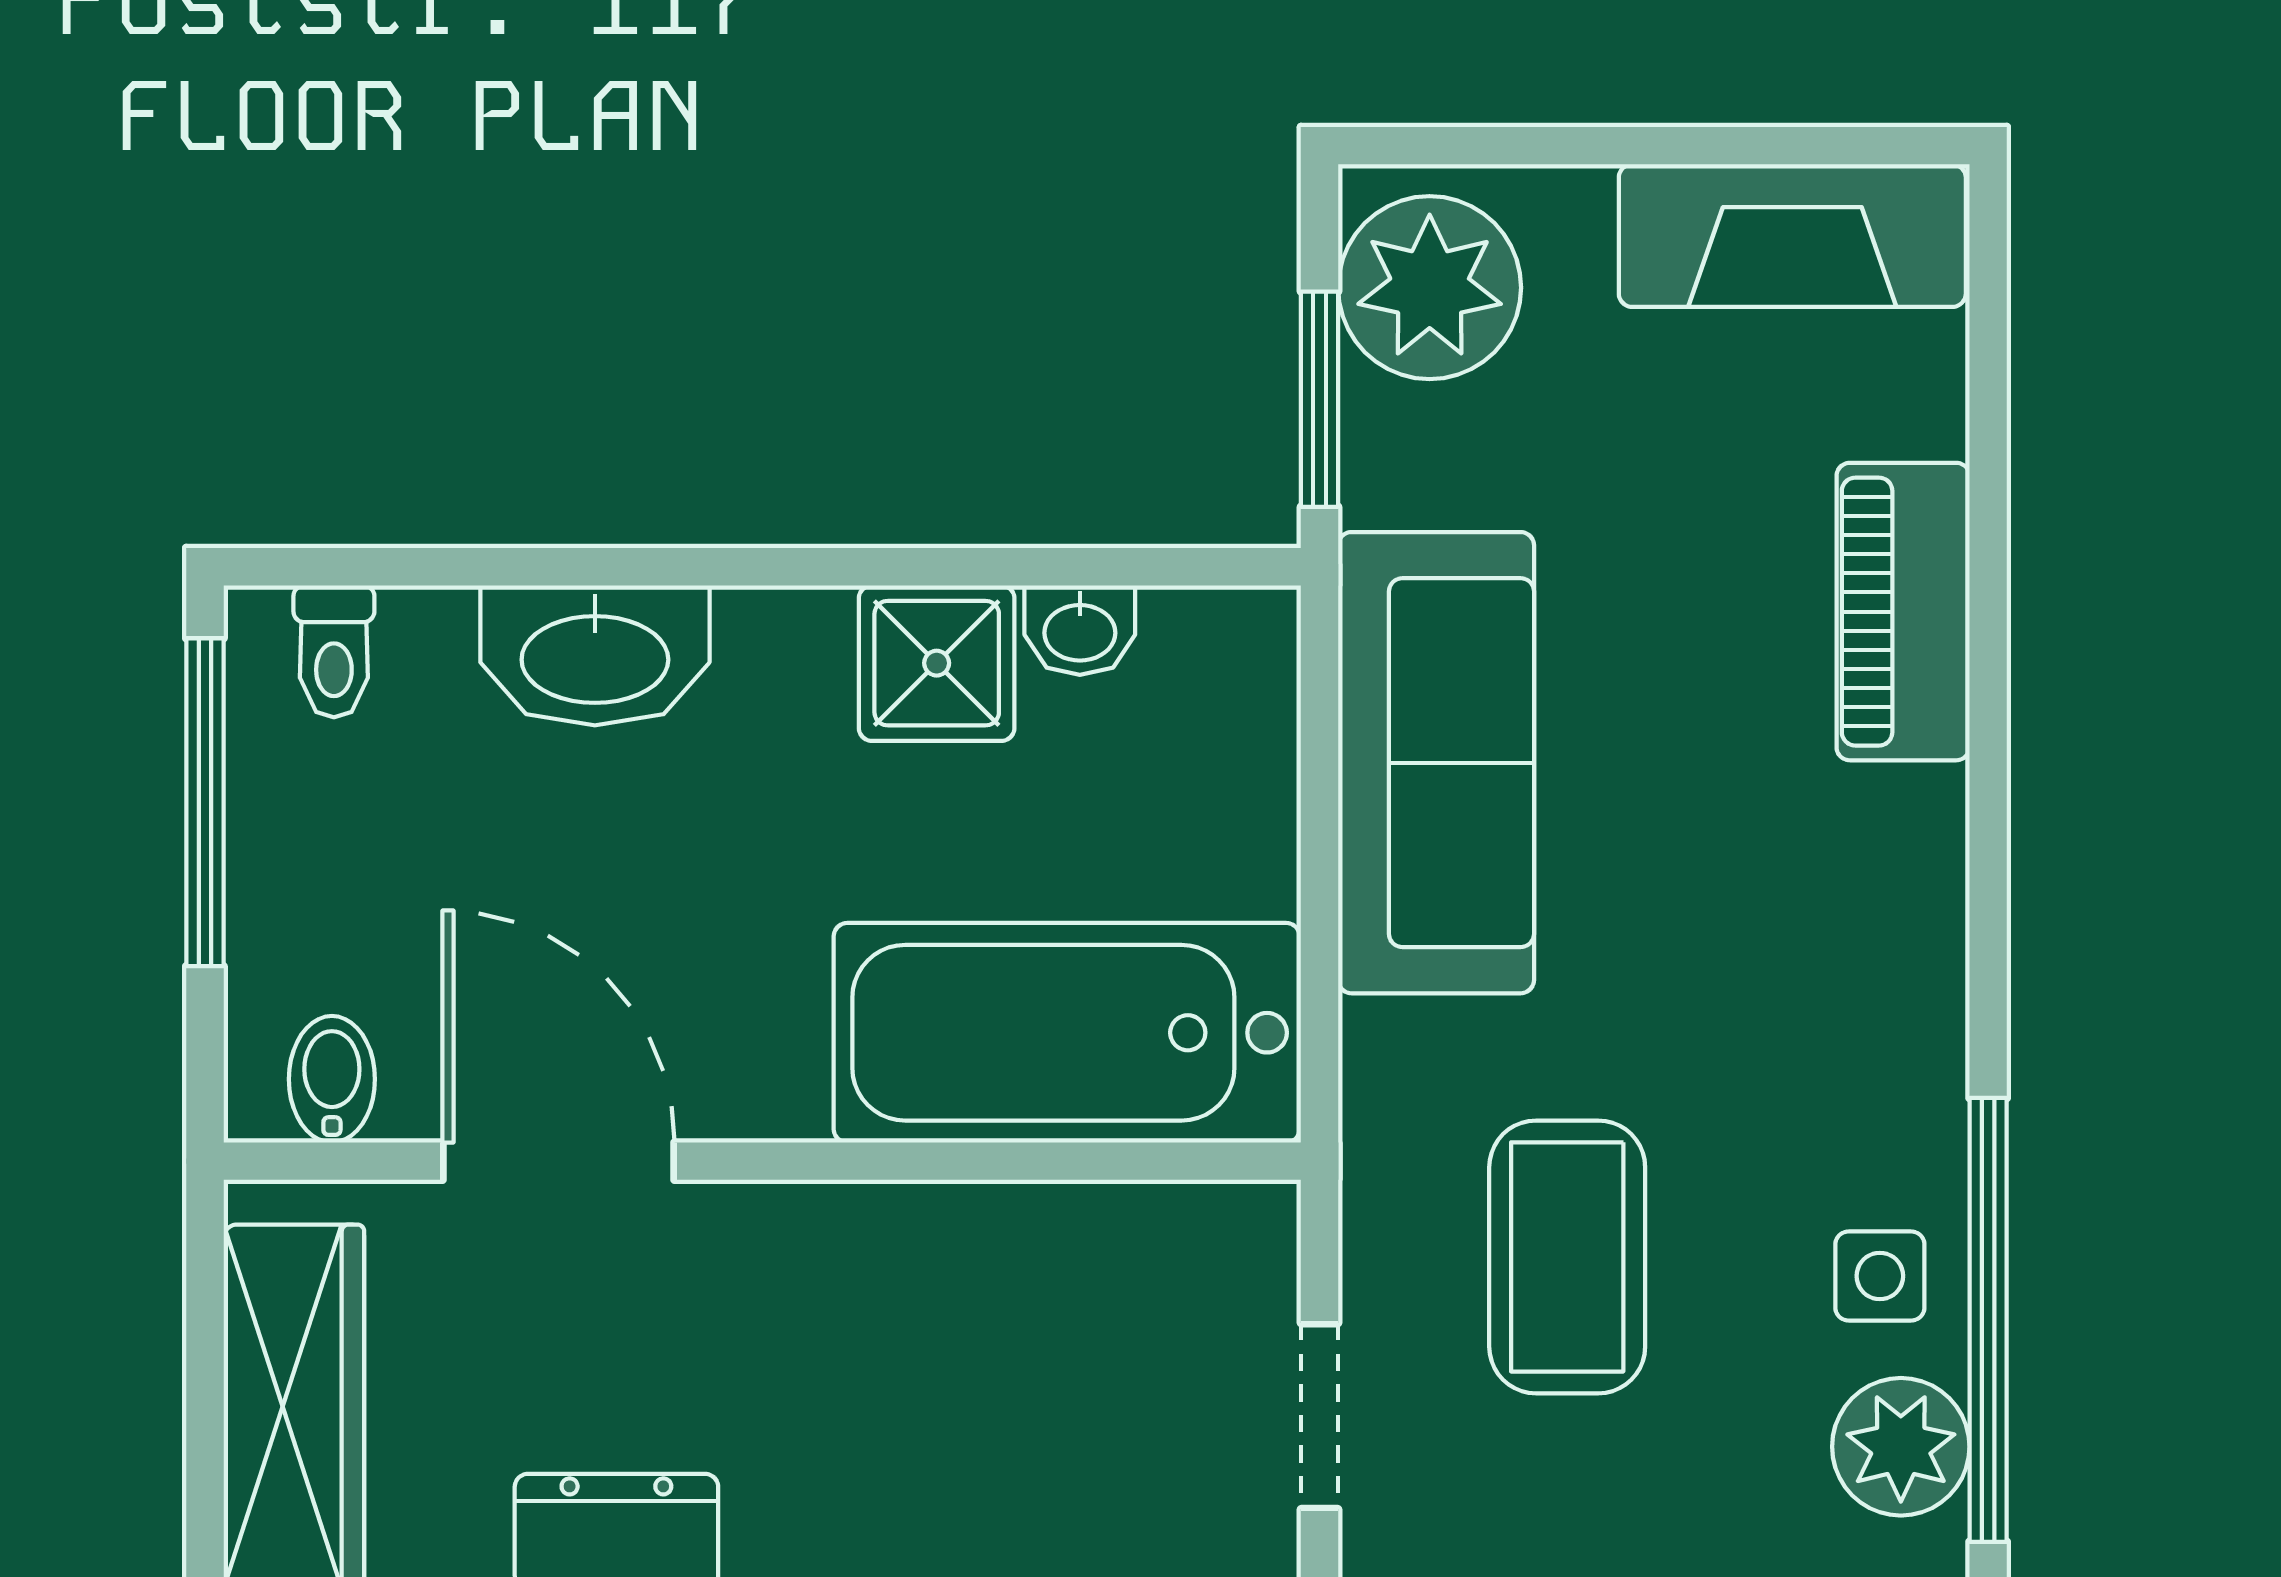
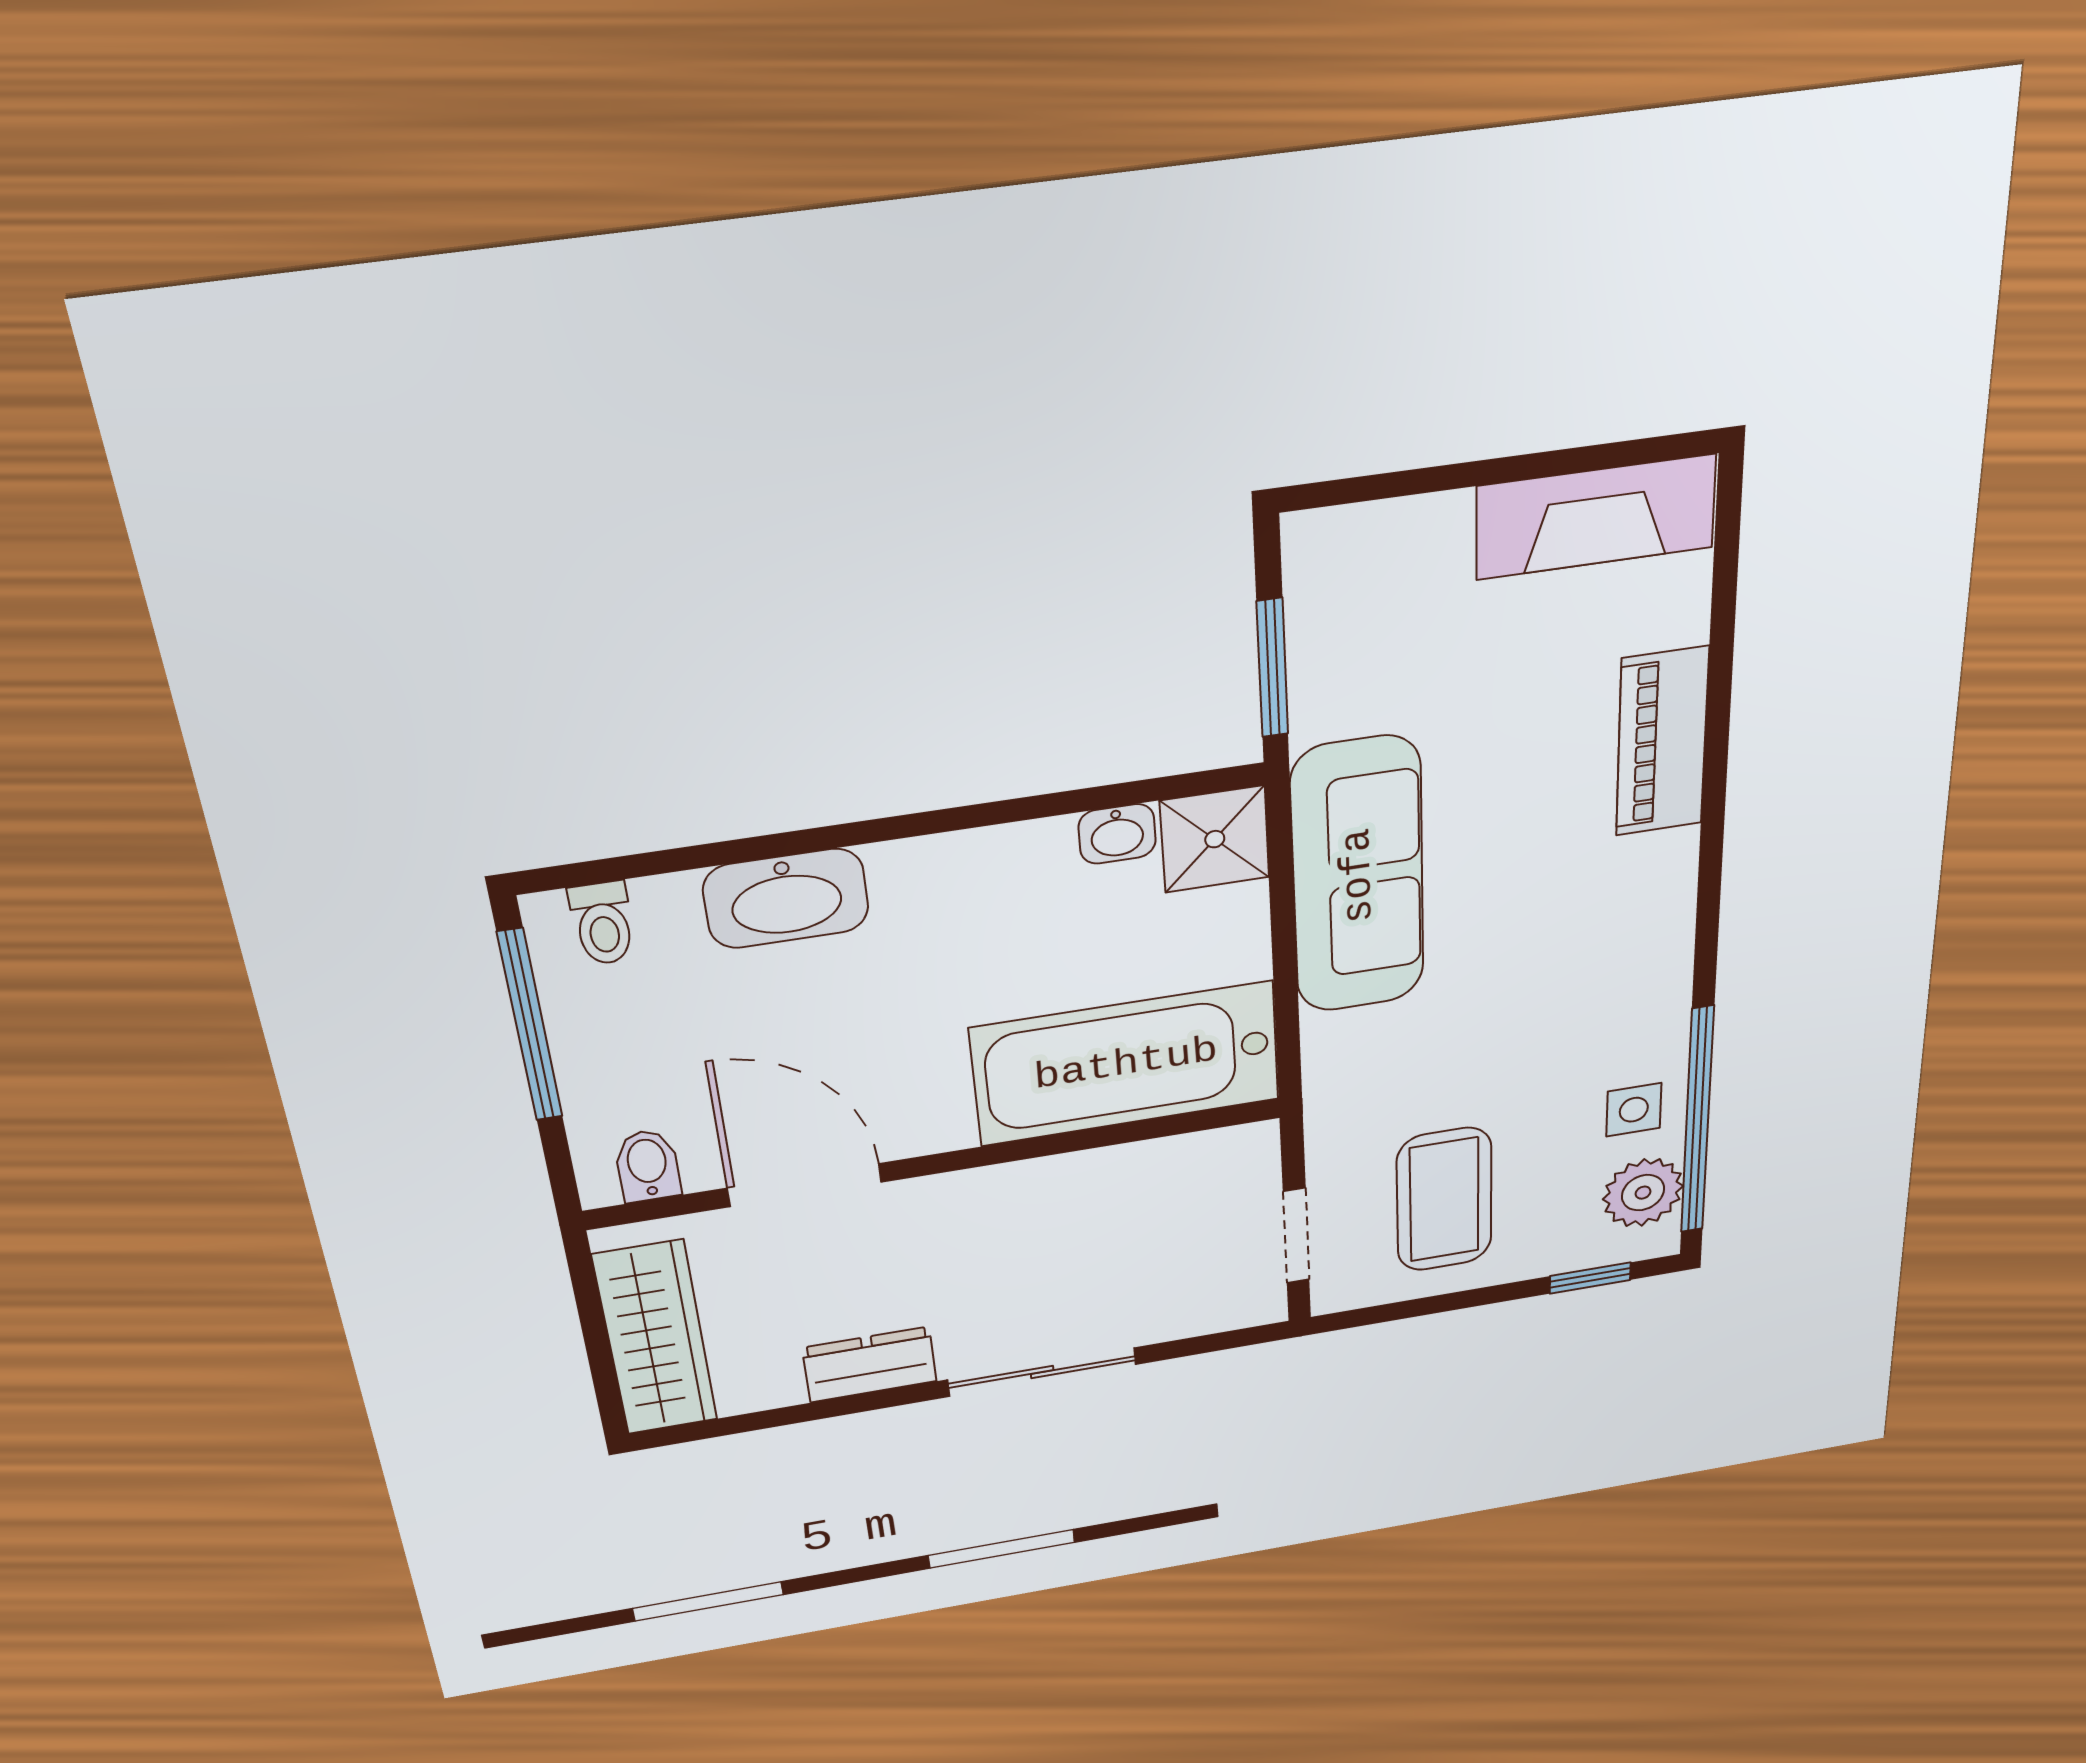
plant: (1430, 288) -> (1346, 586), removed
shower: (937, 663) -> (1215, 839), moved
coffee table: (1567, 1257) -> (1444, 1200), moved

